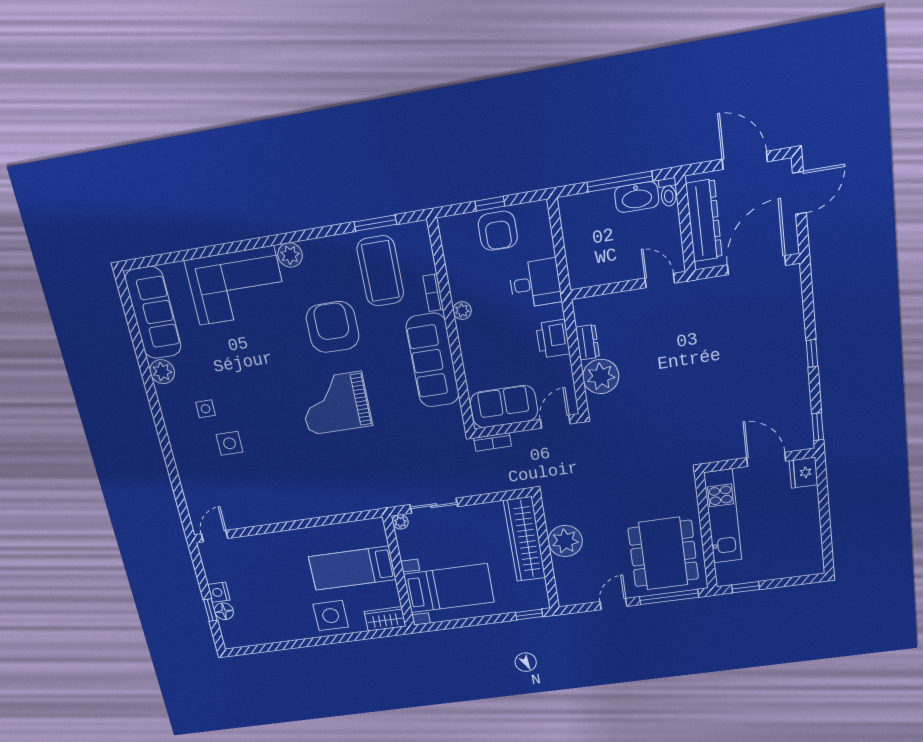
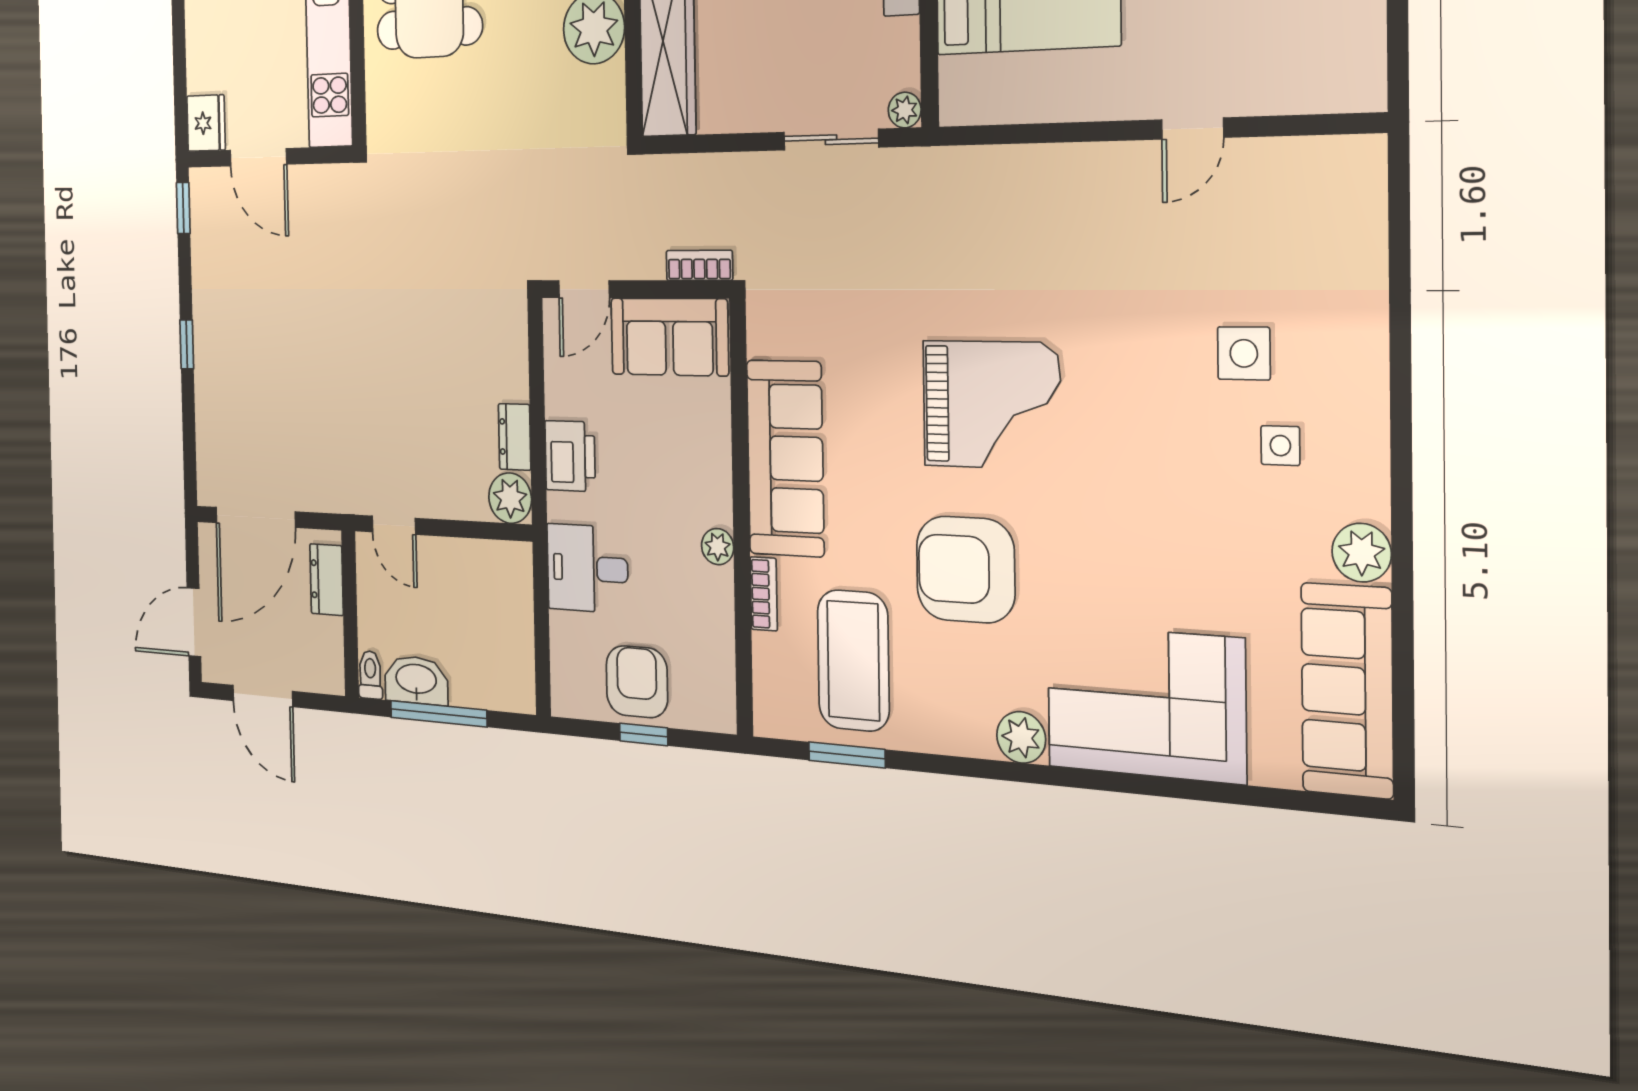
dresser: (704, 221) -> (327, 580), width x0.51, depth x0.80
armchair: (333, 327) -> (965, 570), turned 90
plant: (601, 376) -> (510, 498), moved, width x0.73, depth x0.73
door: (215, 536) -> (1193, 129), moved

